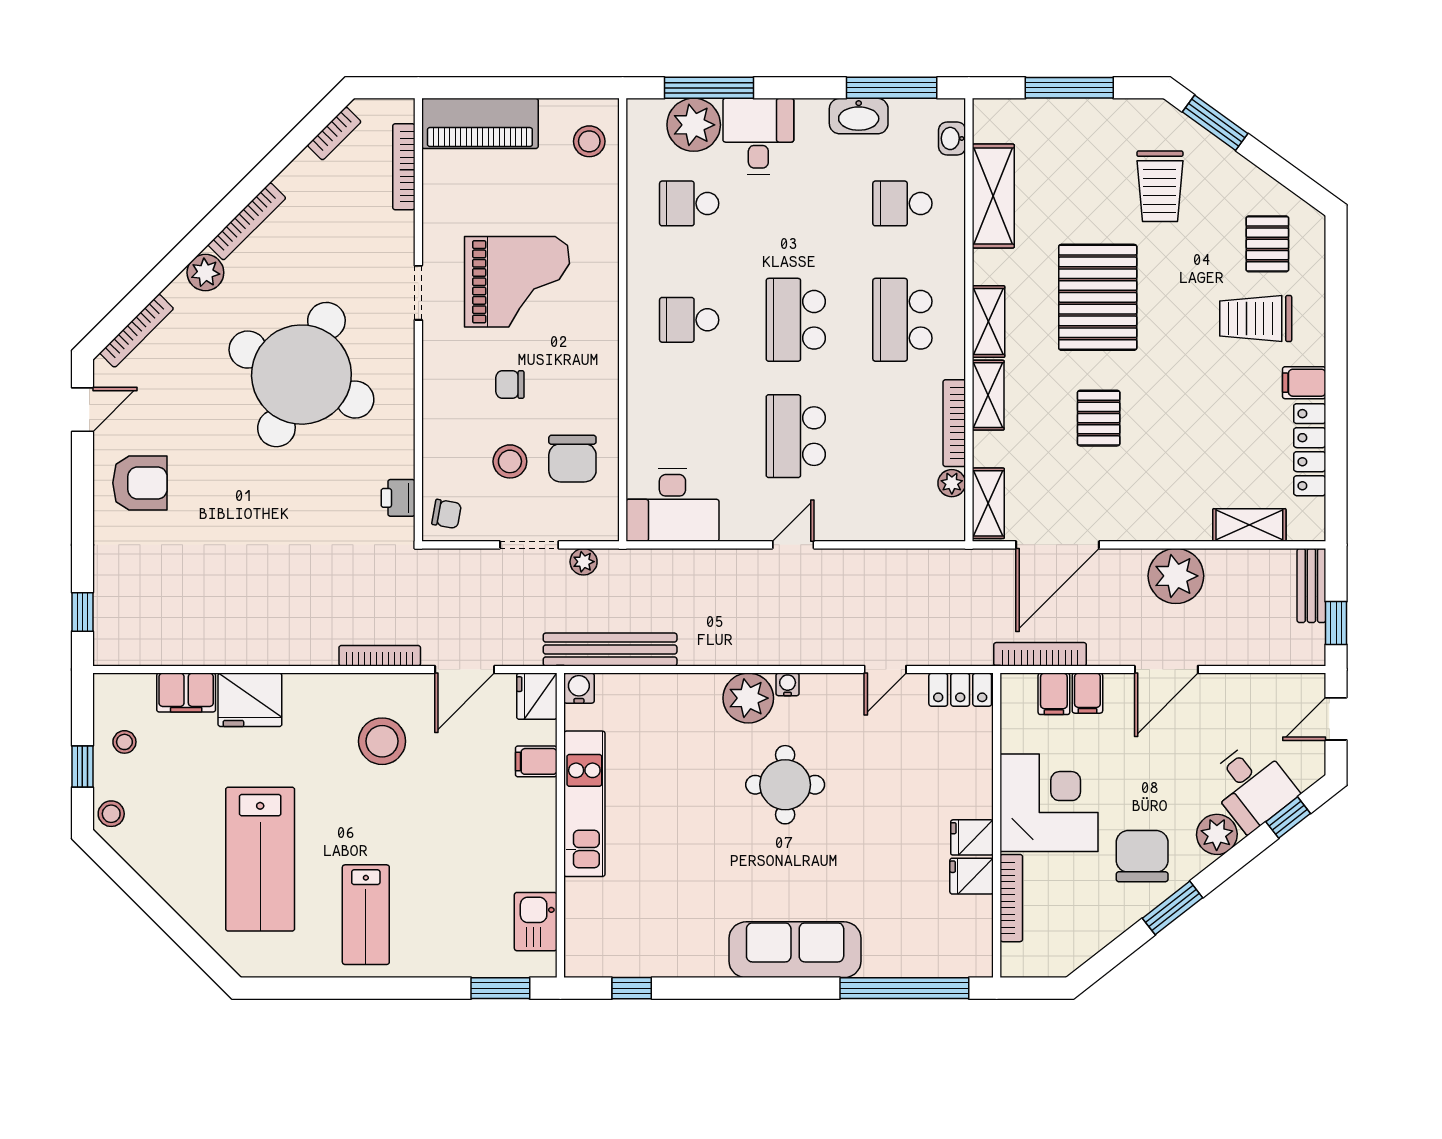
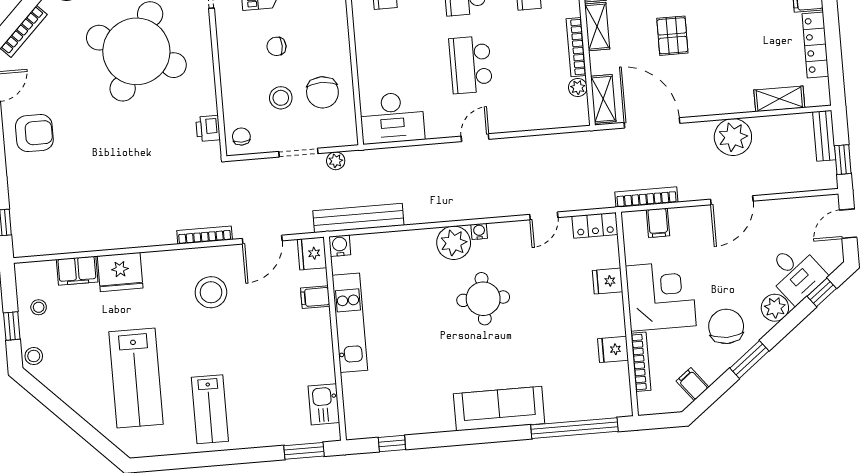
chair: (447, 514) -> (241, 136), turned -100
door: (1058, 545) -> (652, 123), swing flipped
filing cabinet: (1087, 693) -> (693, 384), moved, turned 142
fridge: (972, 837) -> (608, 281), moved

